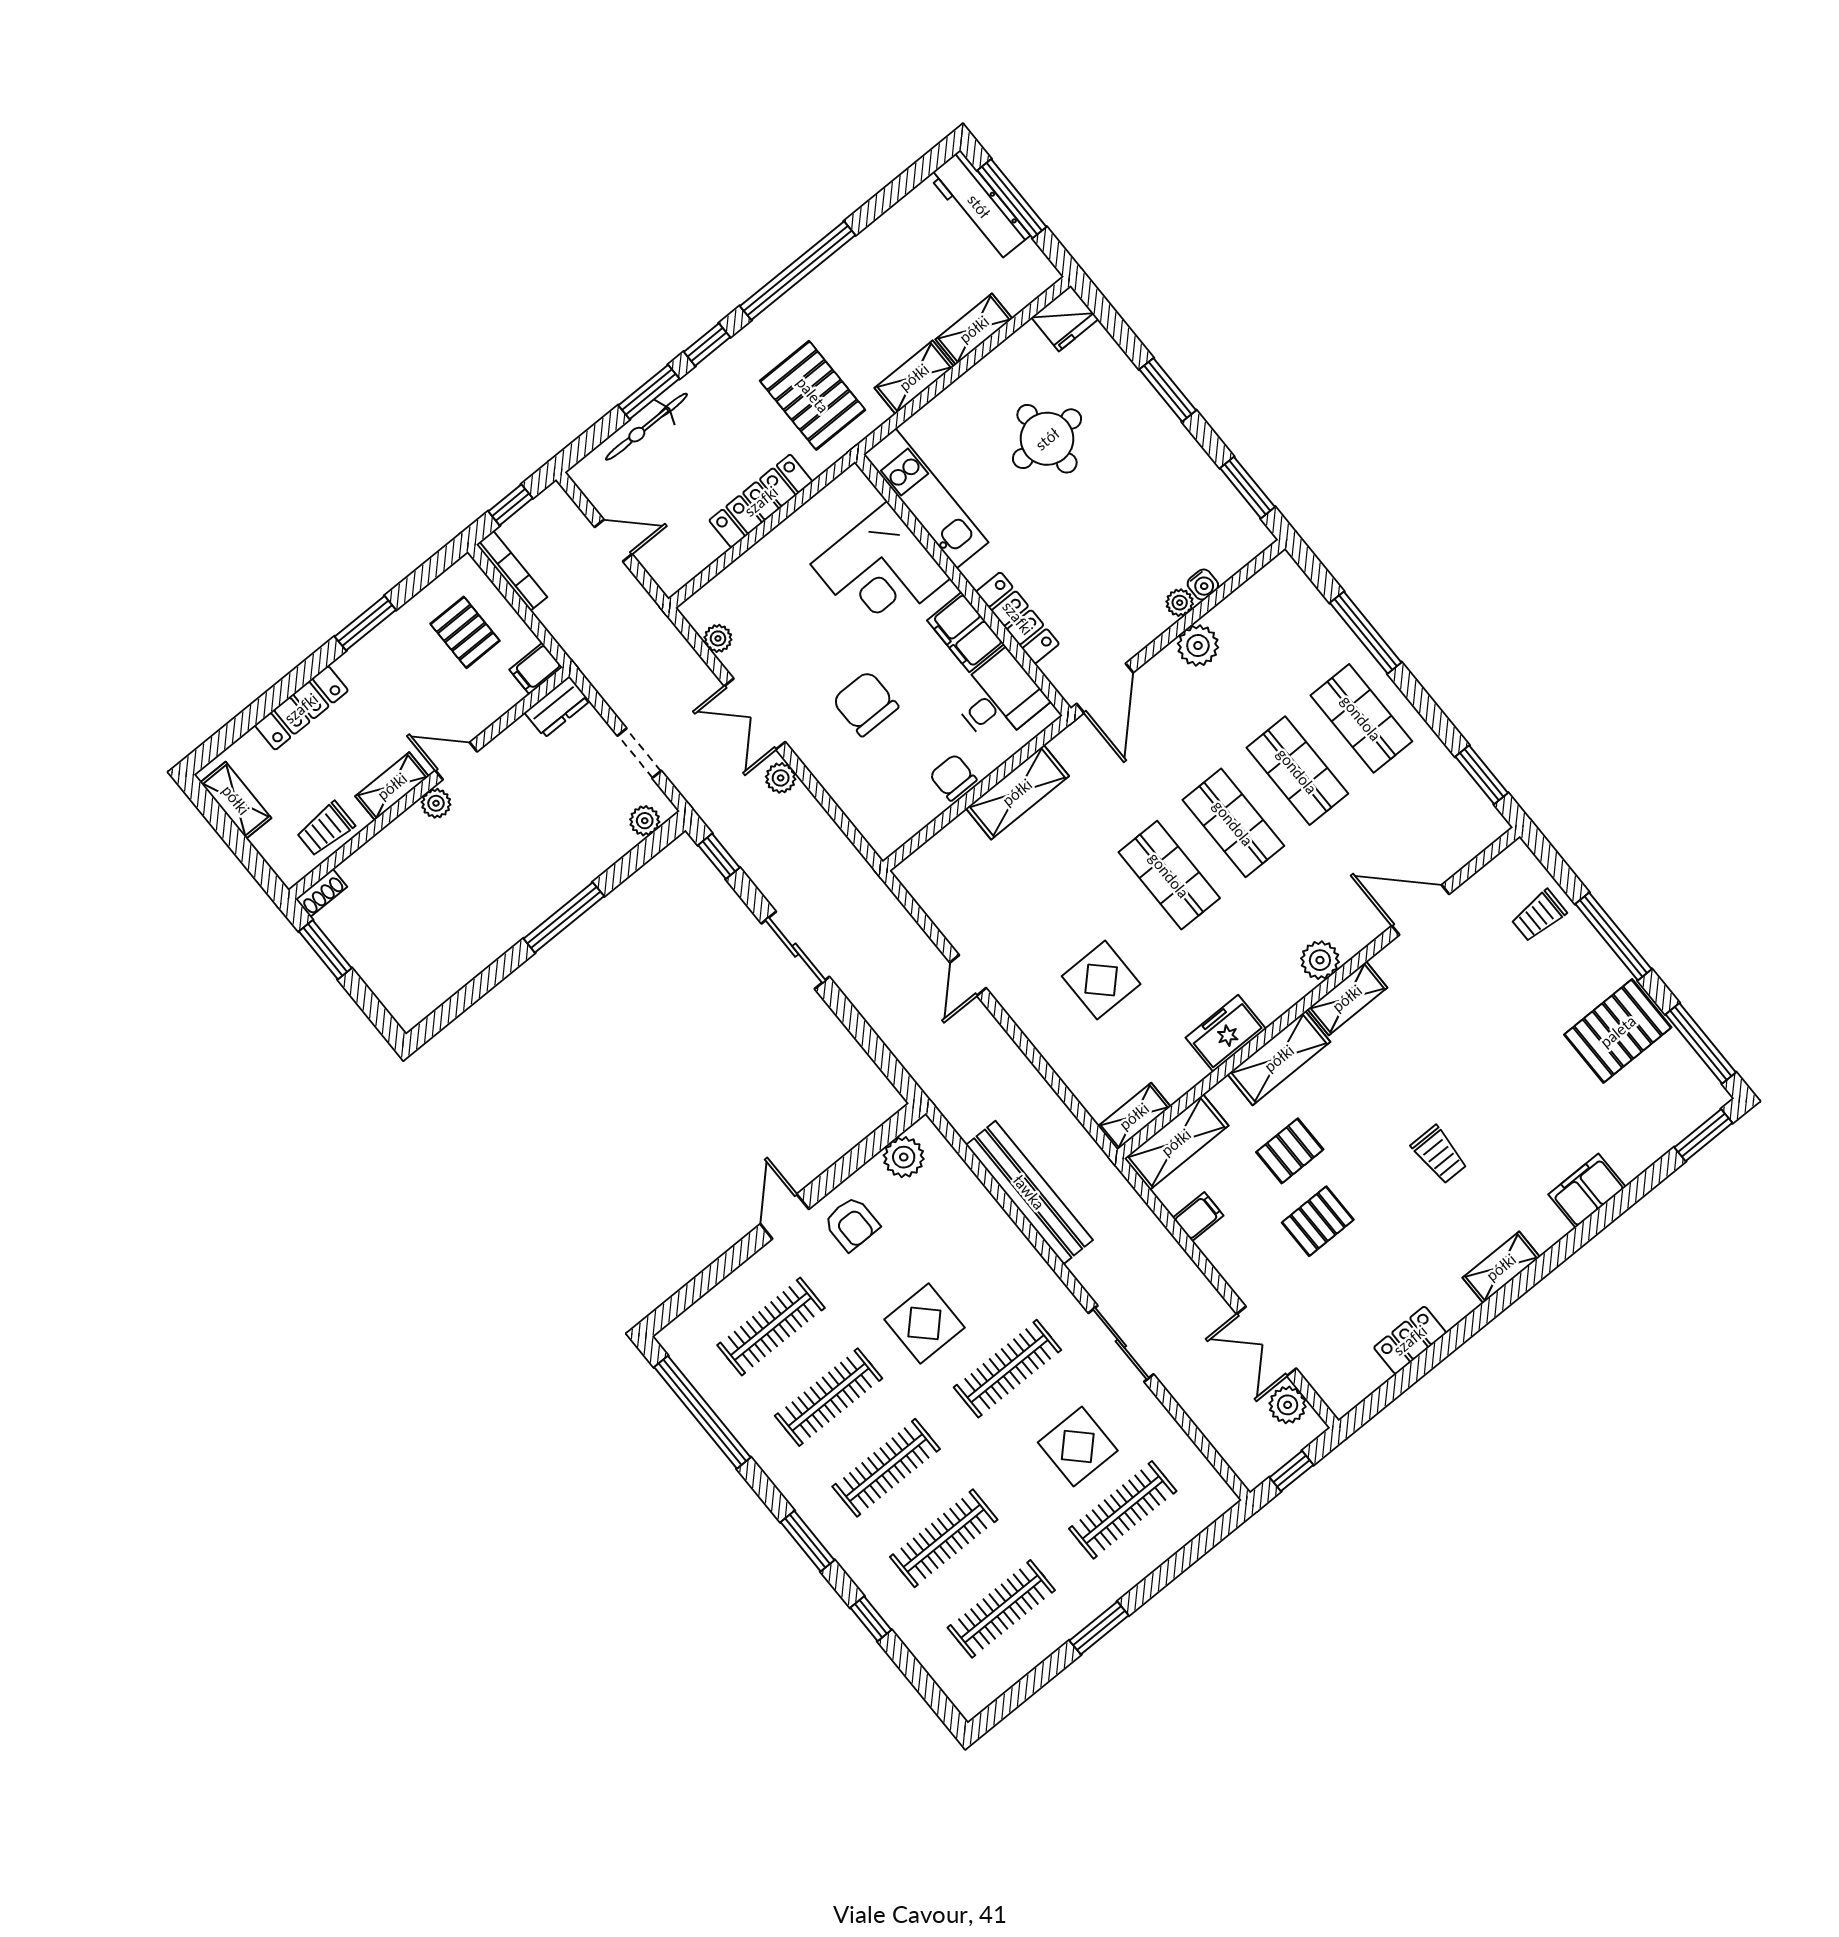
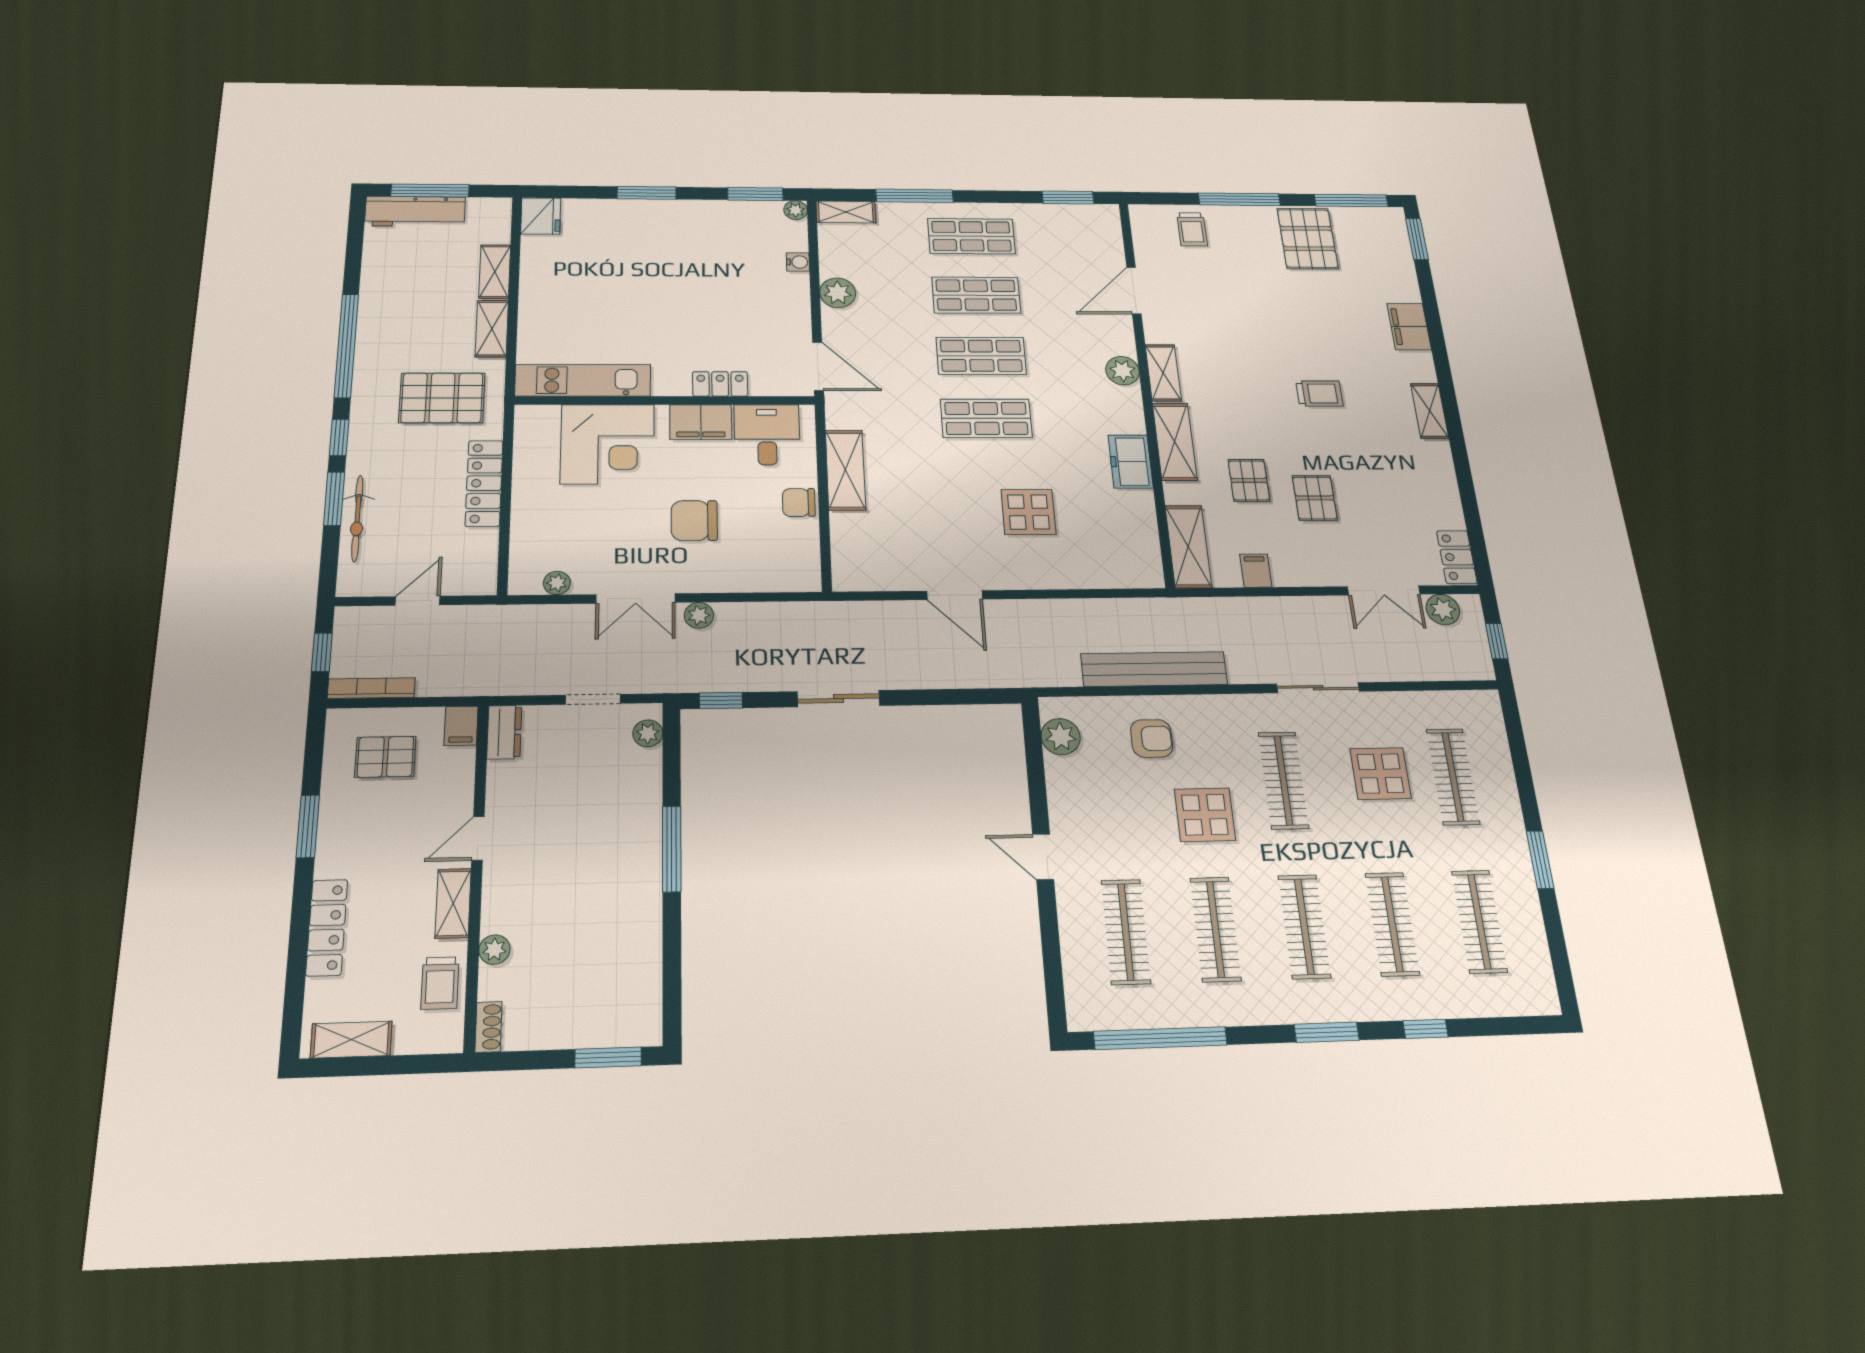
round table: (1047, 439) -> (612, 281), removed
plant: (1180, 603) -> (796, 210), moved
locker: (1018, 618) -> (720, 384), width x0.66
plant: (436, 803) -> (494, 950), moved
window: (325, 950) -> (608, 1058), moved
door: (968, 975) -> (955, 595), width x1.38
shelving: (1134, 1116) -> (846, 212), moved, turned 90
armchair: (852, 1224) -> (1152, 738), moved
locker: (1410, 1340) -> (1457, 557), moved

